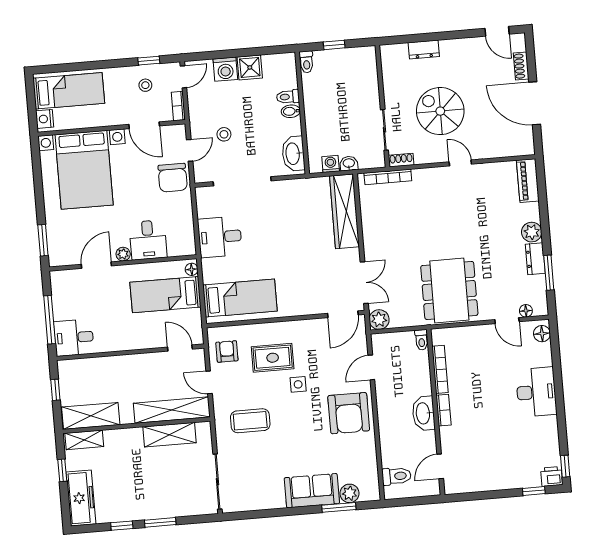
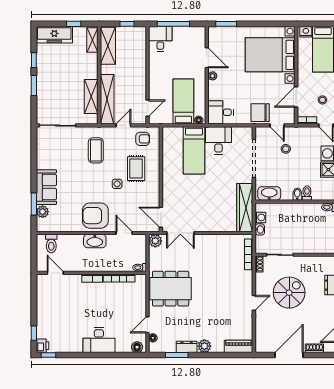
wardrobe: (344, 211) -> (245, 208), moved, turned -90
desk: (148, 240) -> (221, 112), moved
bed: (240, 298) -> (194, 150), moved
washbasin: (424, 413) -> (95, 241), moved, turned 180

